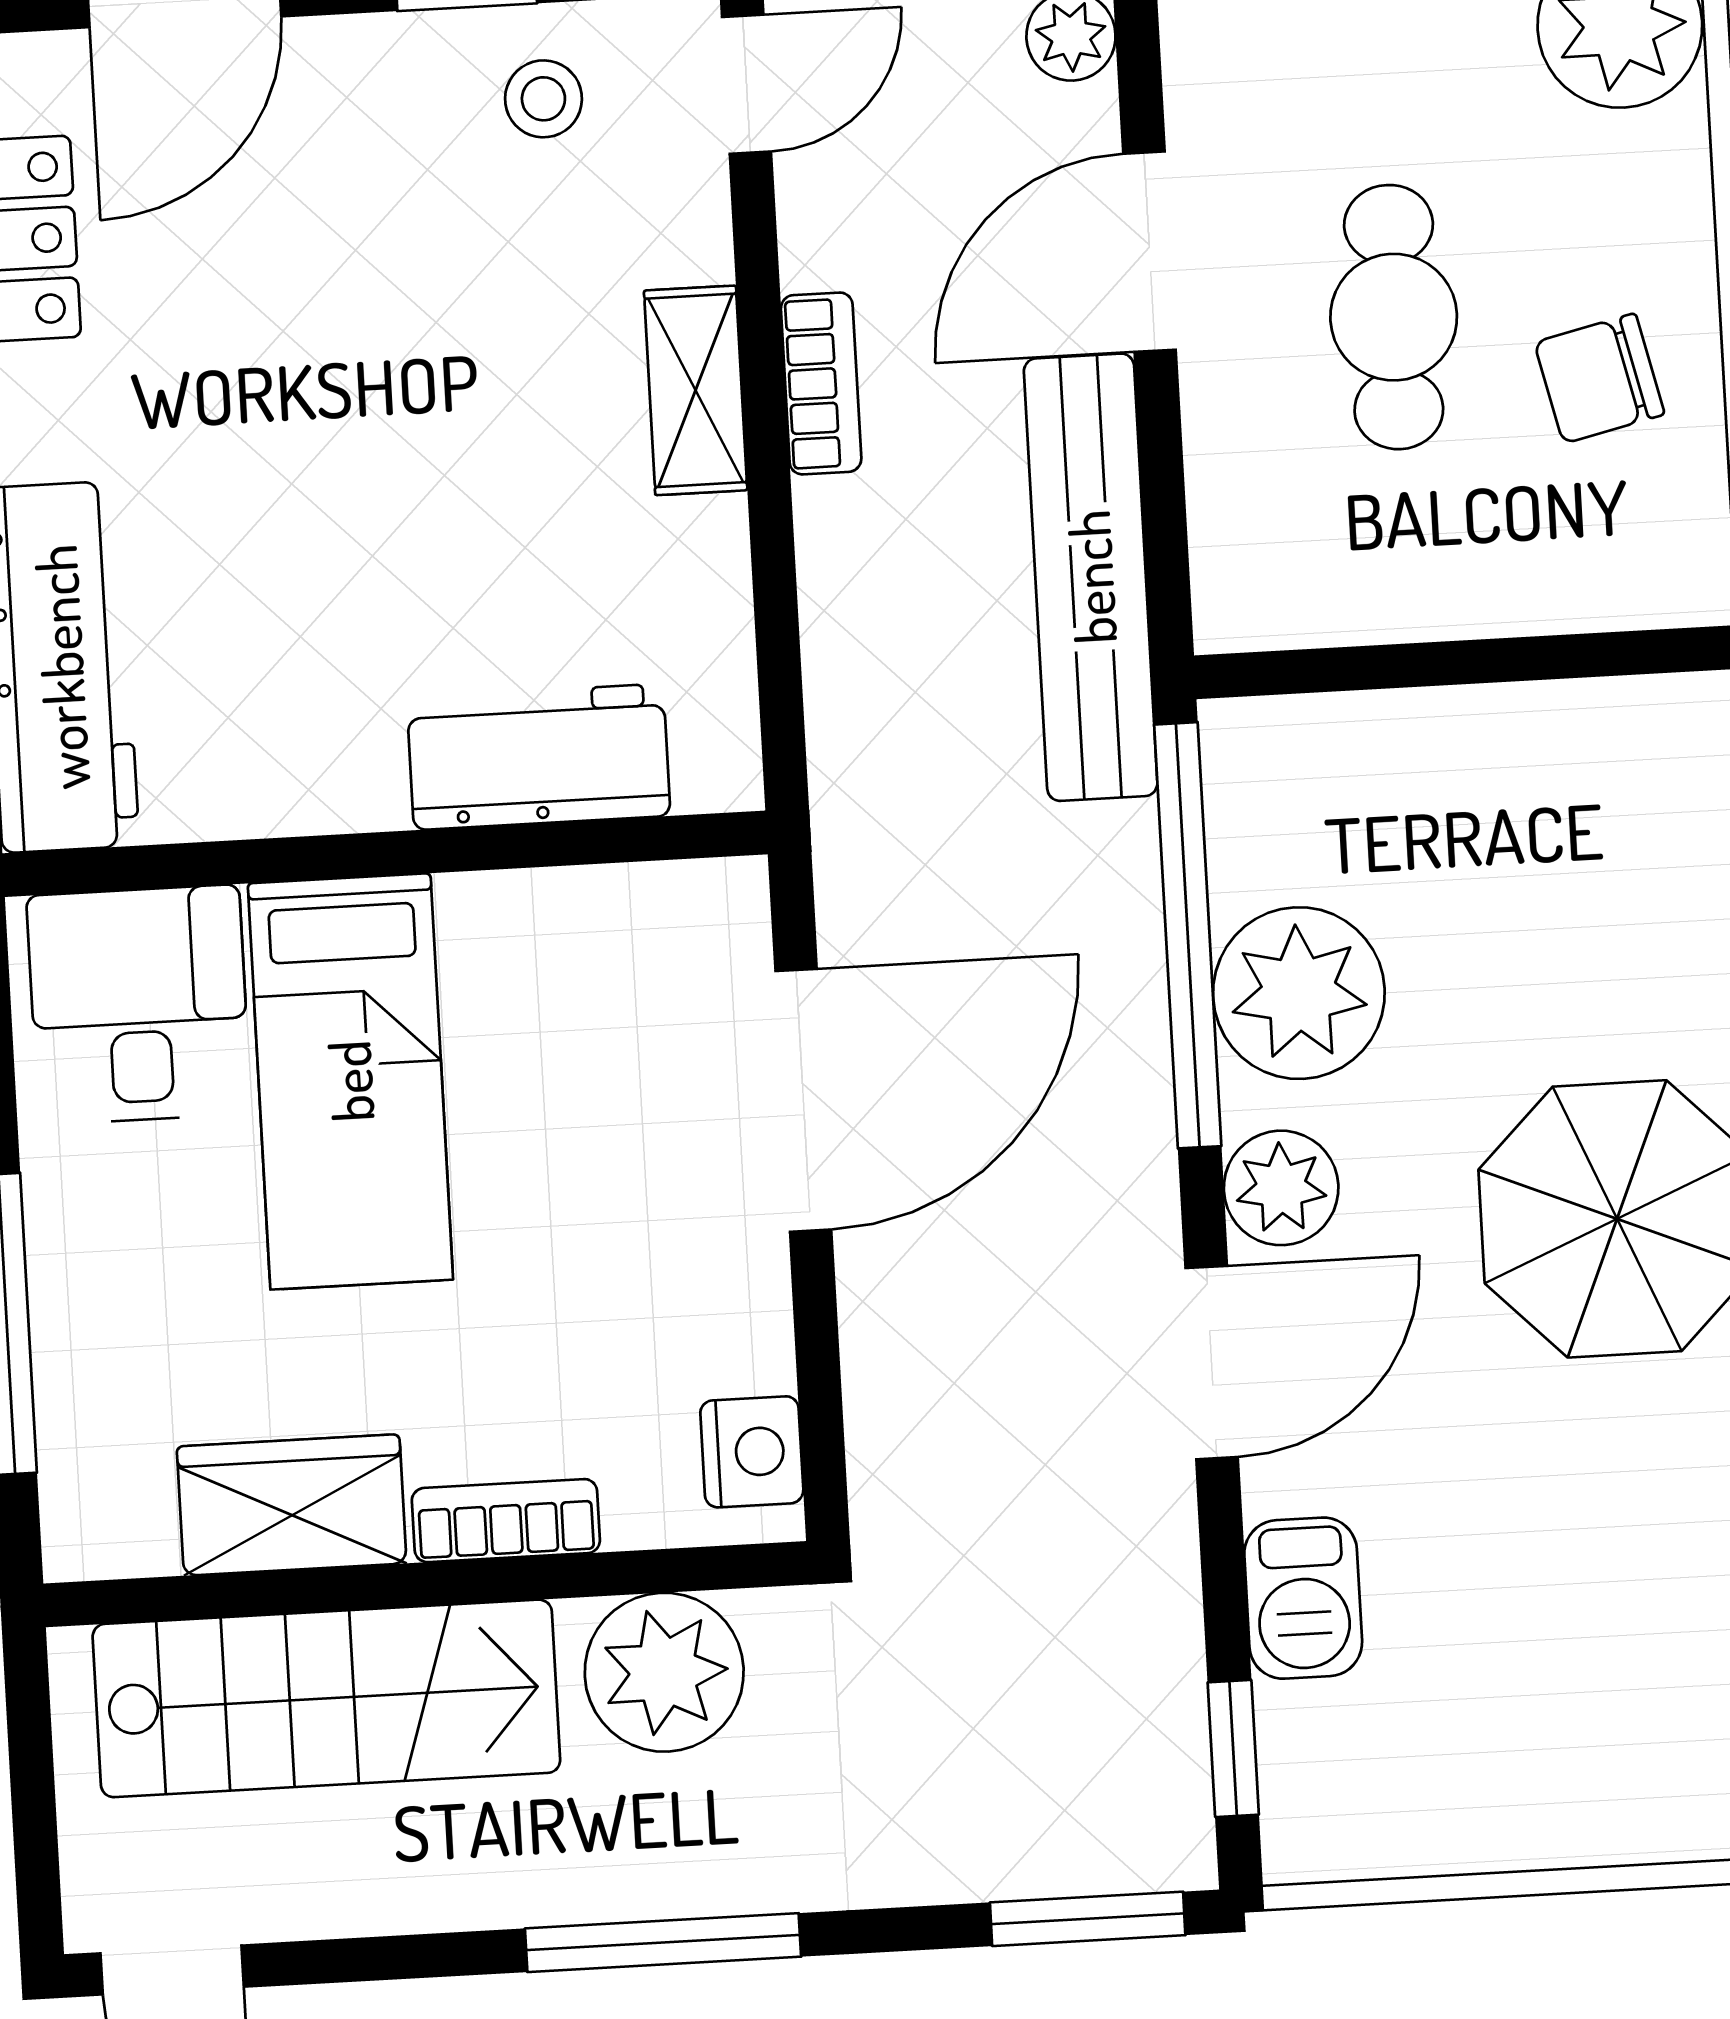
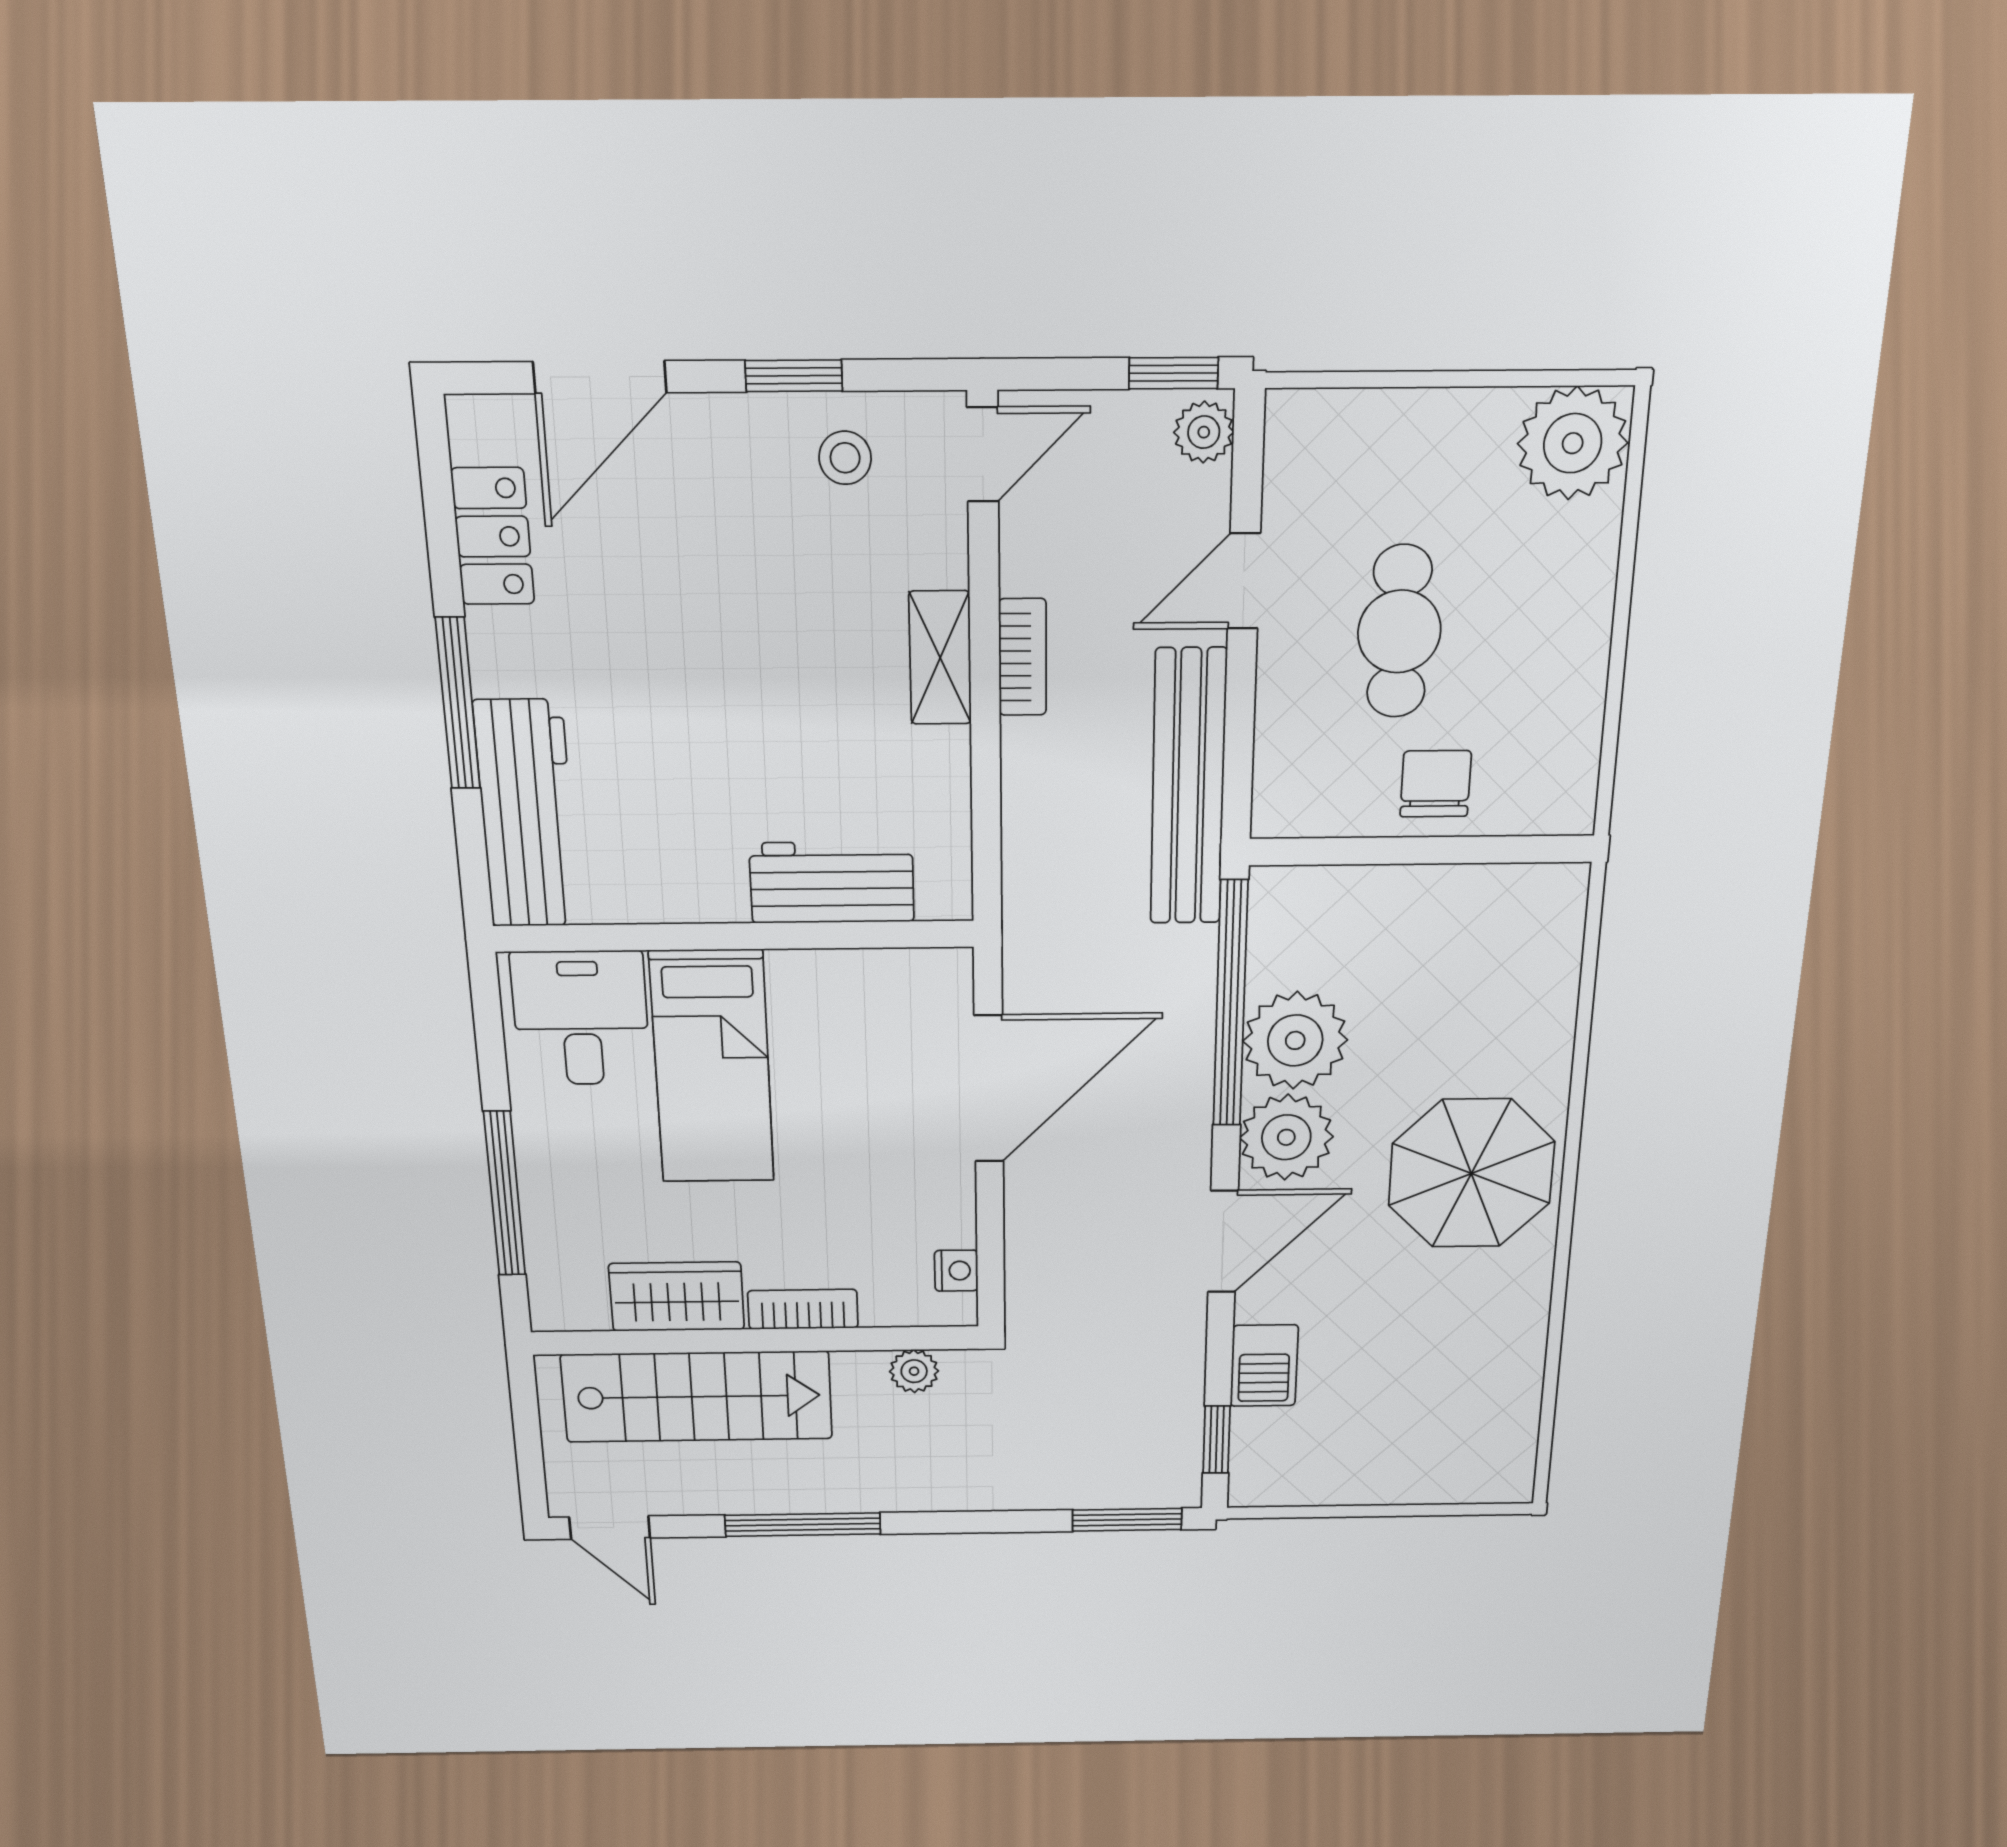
door: (1150, 252) -> (1244, 581), width x0.73
chair: (1599, 378) -> (1436, 784), moved, turned 103
plant: (1281, 1188) -> (1286, 1137), width x1.36, depth x1.36
nightstand: (752, 1452) -> (956, 1271), width x0.72, depth x0.74
plant: (664, 1672) -> (914, 1371), width x0.53, depth x0.53
window: (663, 1943) -> (803, 1525), moved

